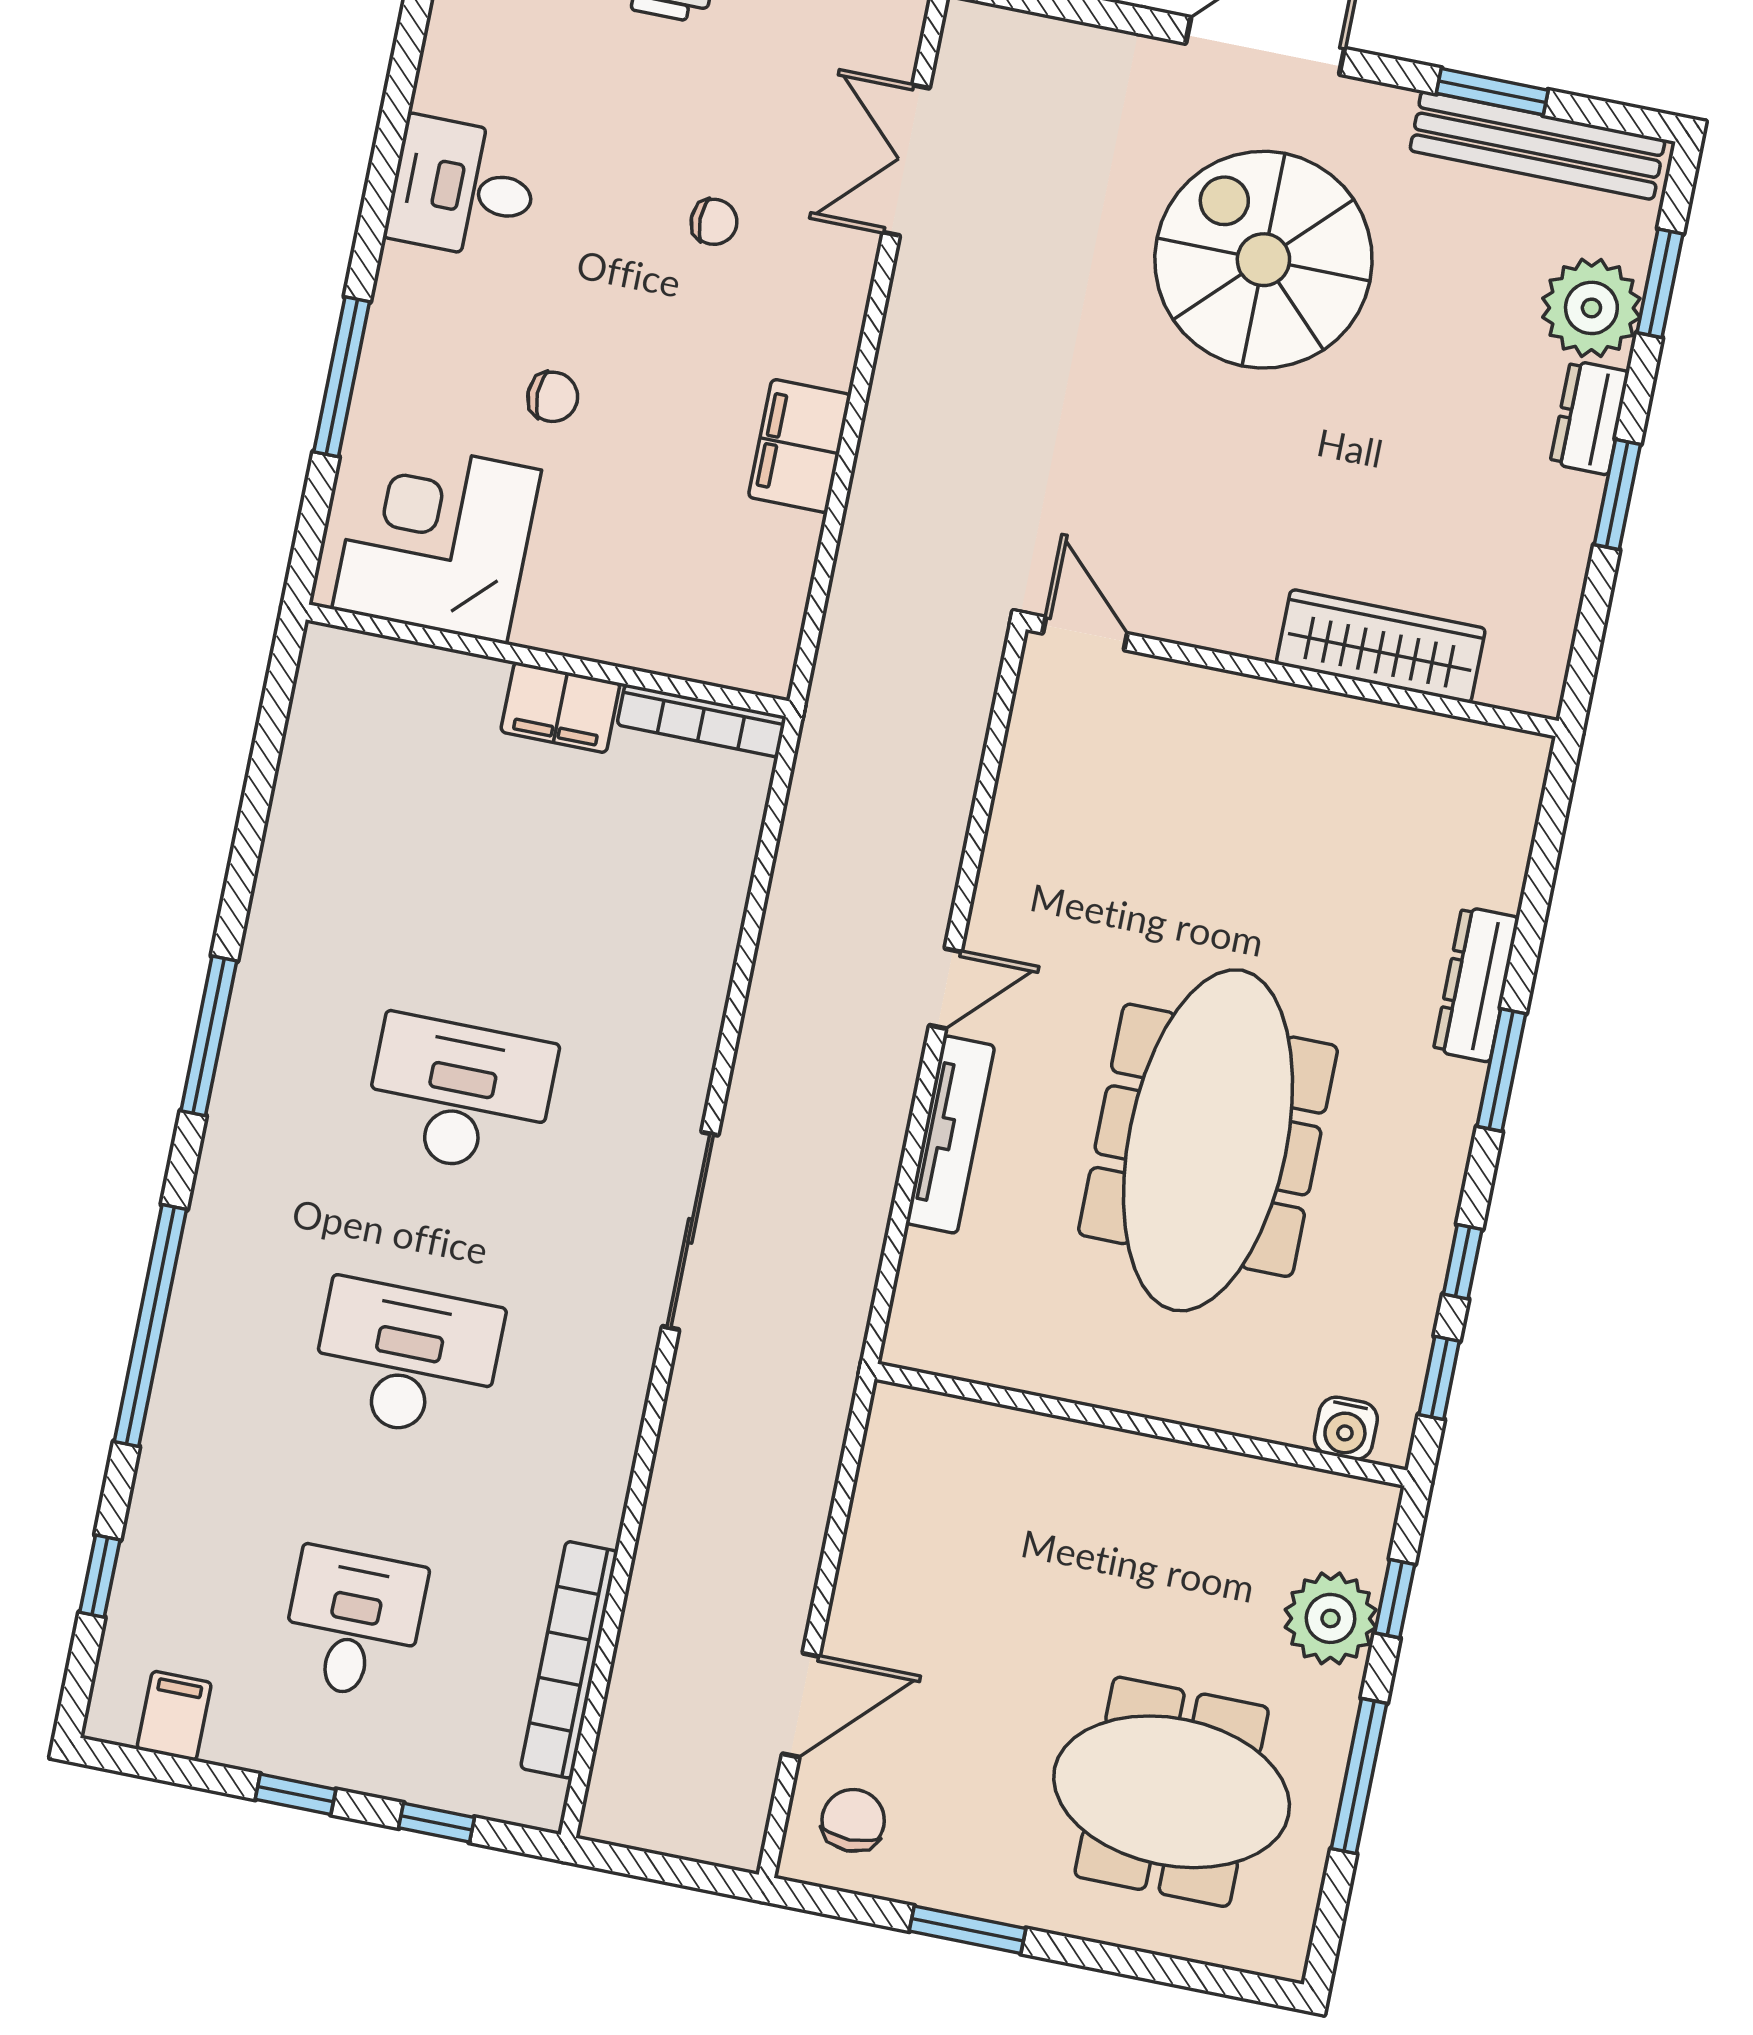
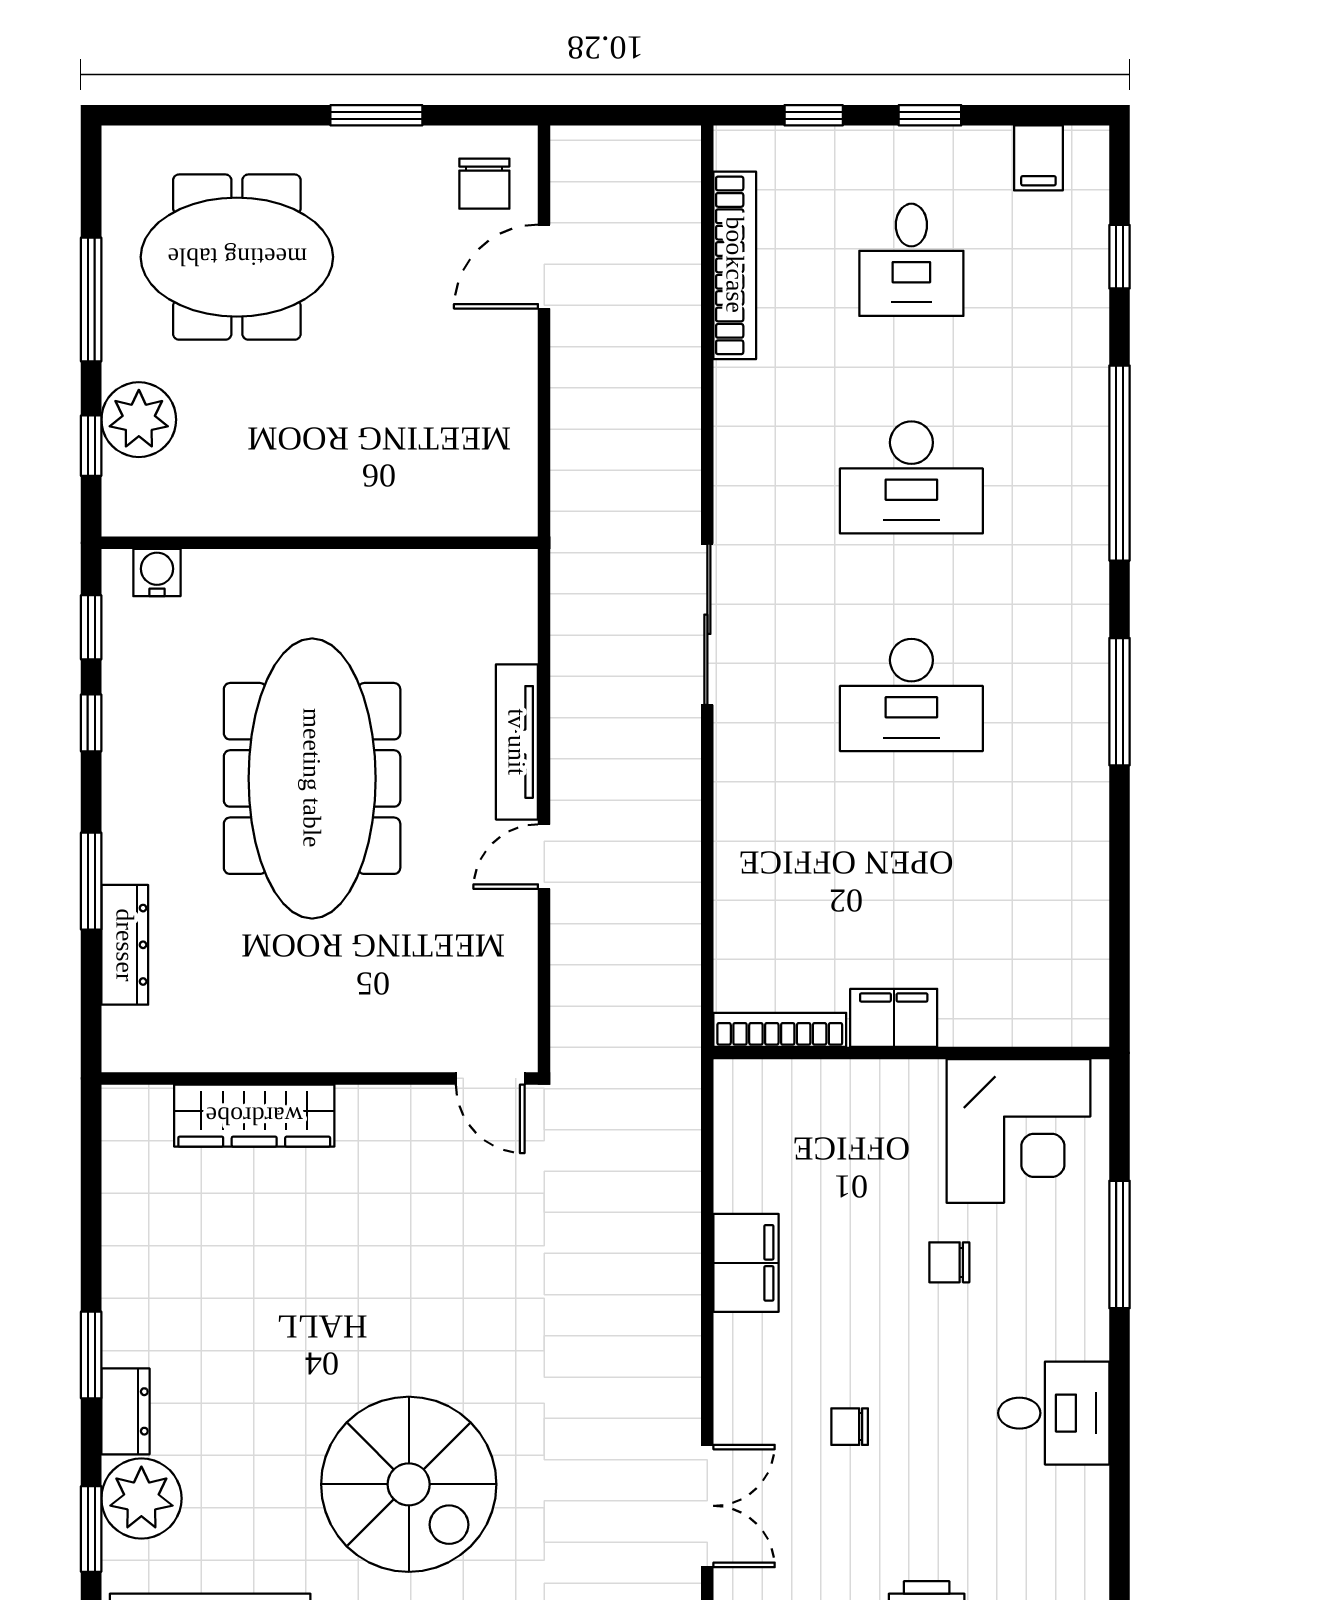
door: (1085, 633) -> (490, 1078), moved
wardrobe: (1381, 646) -> (254, 1116), moved
wall: (1292, 675) -> (320, 1078), moved

